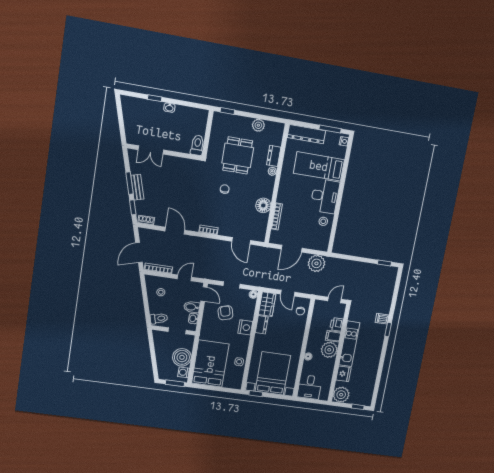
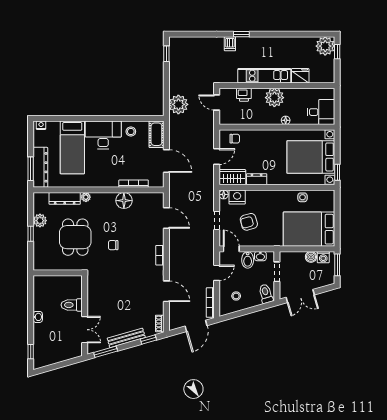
window: (155, 98) -> (31, 352), moved
window: (227, 111) -> (31, 234), moved
window: (330, 129) -> (31, 169), moved
toilet: (197, 145) -> (72, 305), moved
dining table: (238, 155) -> (75, 237), turned 90
dresser: (274, 156) -> (65, 198), width x1.44
window: (129, 183) -> (106, 352), moved
bench: (137, 187) -> (126, 338), width x1.36
door: (175, 231) -> (166, 291), swing flipped
door: (241, 241) -> (166, 218), hinge flipped
cot: (317, 244) -> (156, 134), added
door: (139, 253) -> (196, 326), hinge flipped
plant: (316, 263) -> (178, 104), moved
door: (184, 278) -> (217, 273), swing flipped
door: (204, 294) -> (231, 249), hinge flipped
nightstand: (245, 327) -> (237, 197), moved
filing cabinet: (333, 336) -> (258, 96), removed
double door: (152, 348) -> (300, 296), added
boiler: (182, 357) -> (311, 257), width x0.54, depth x0.54
plant: (341, 395) -> (325, 46), moved

